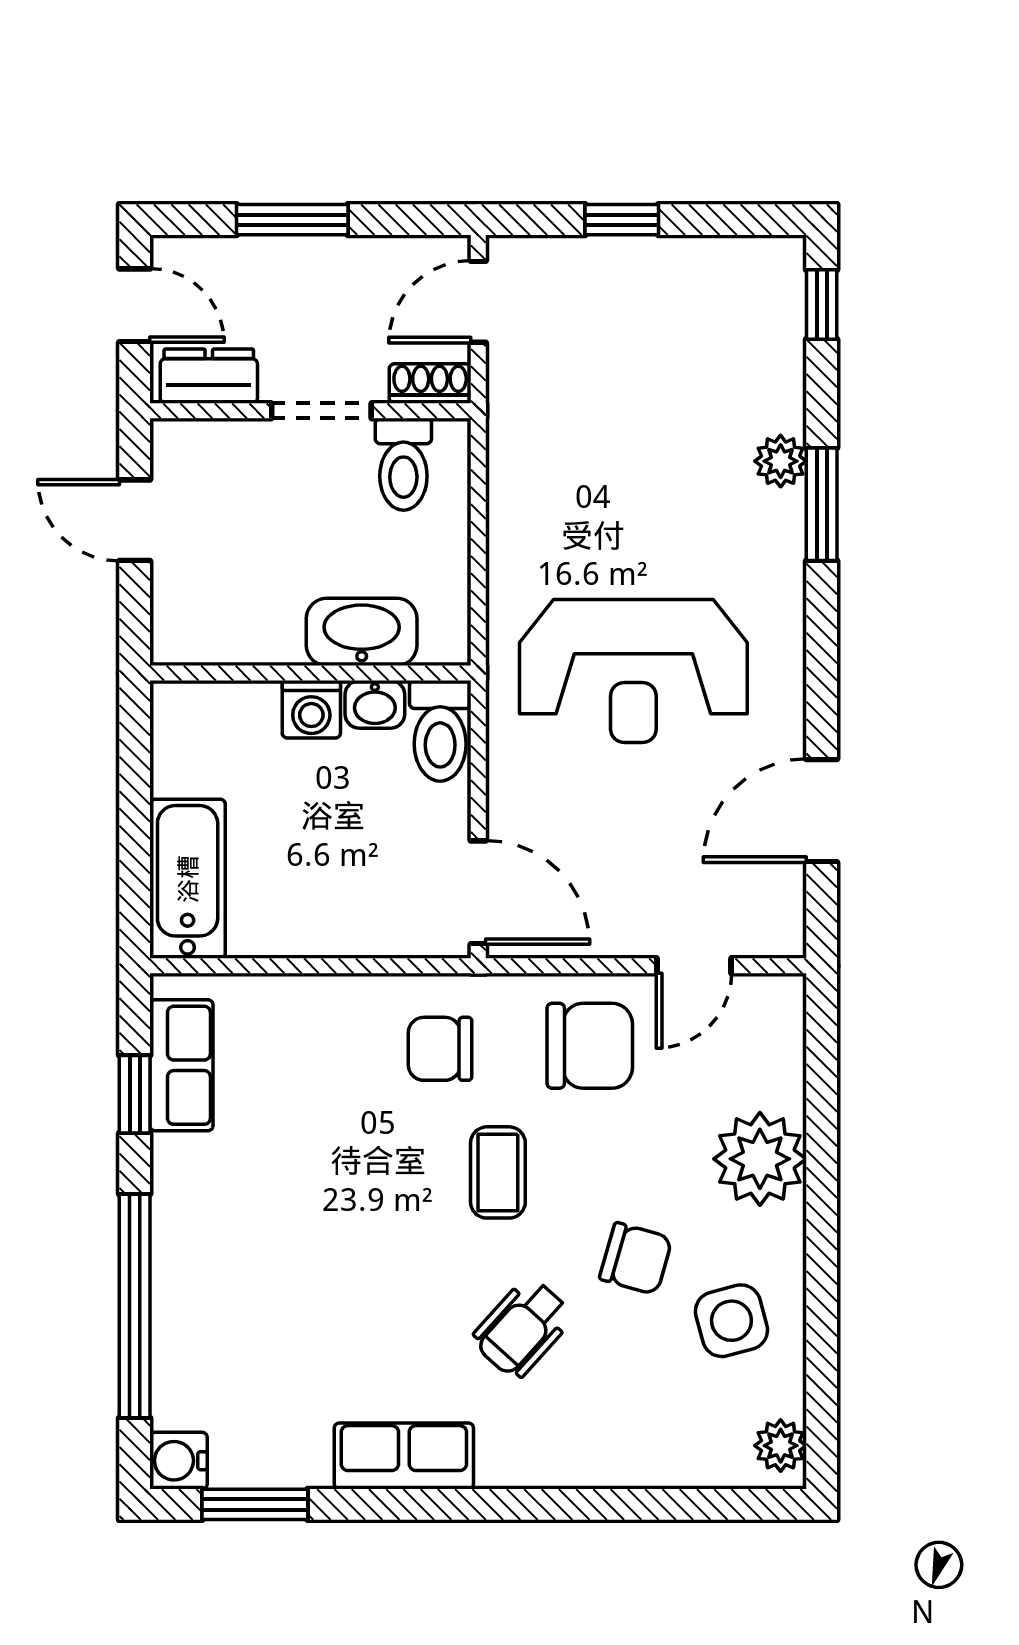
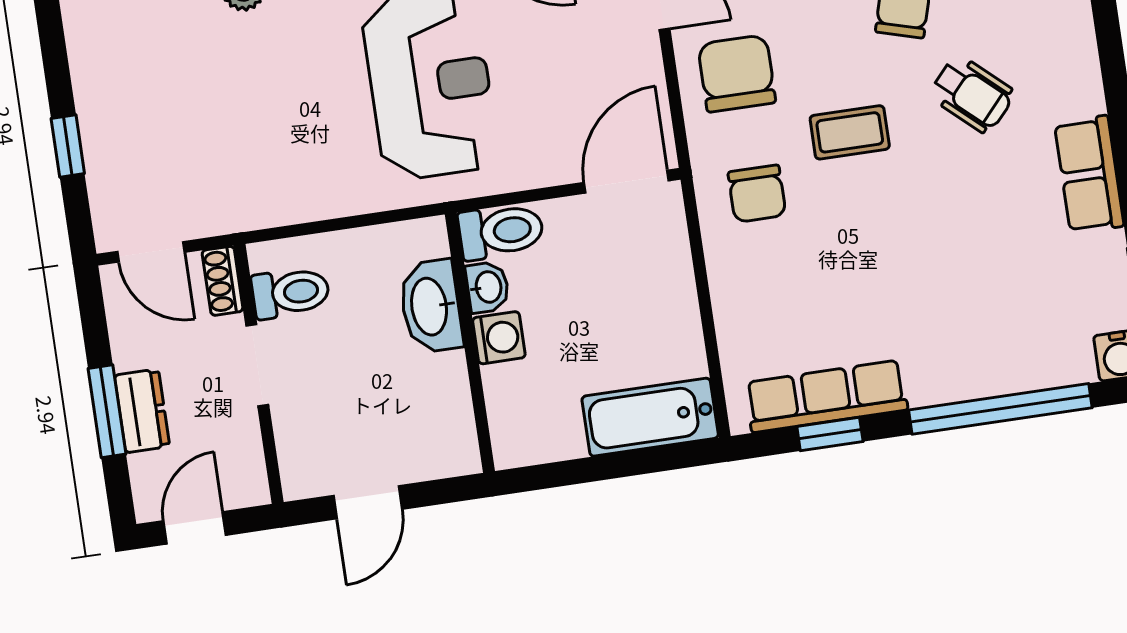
dresser: (209, 376) -> (142, 411), moved, turned 180
row of seats: (181, 1065) -> (826, 396), width x1.48

